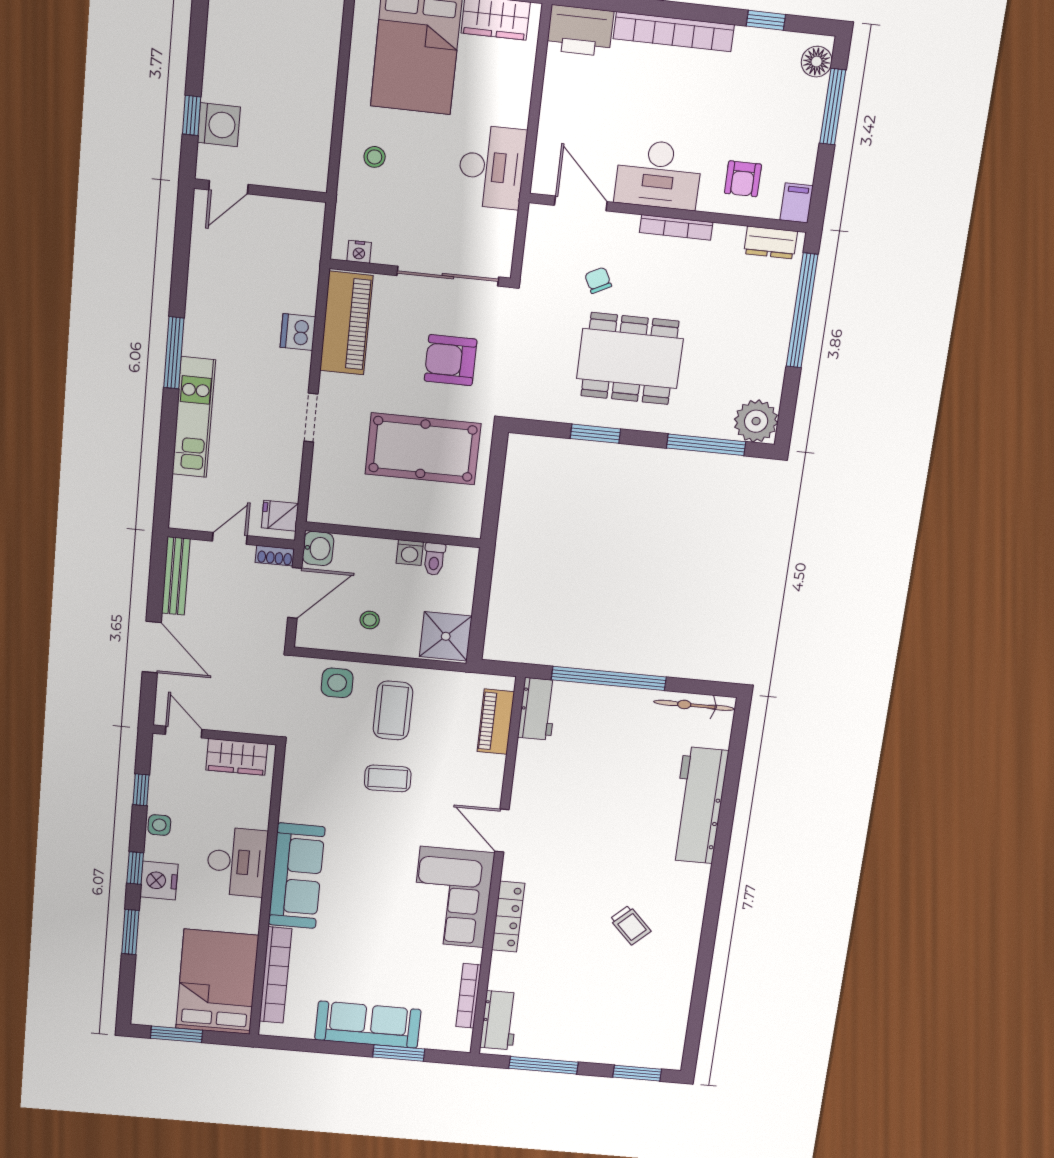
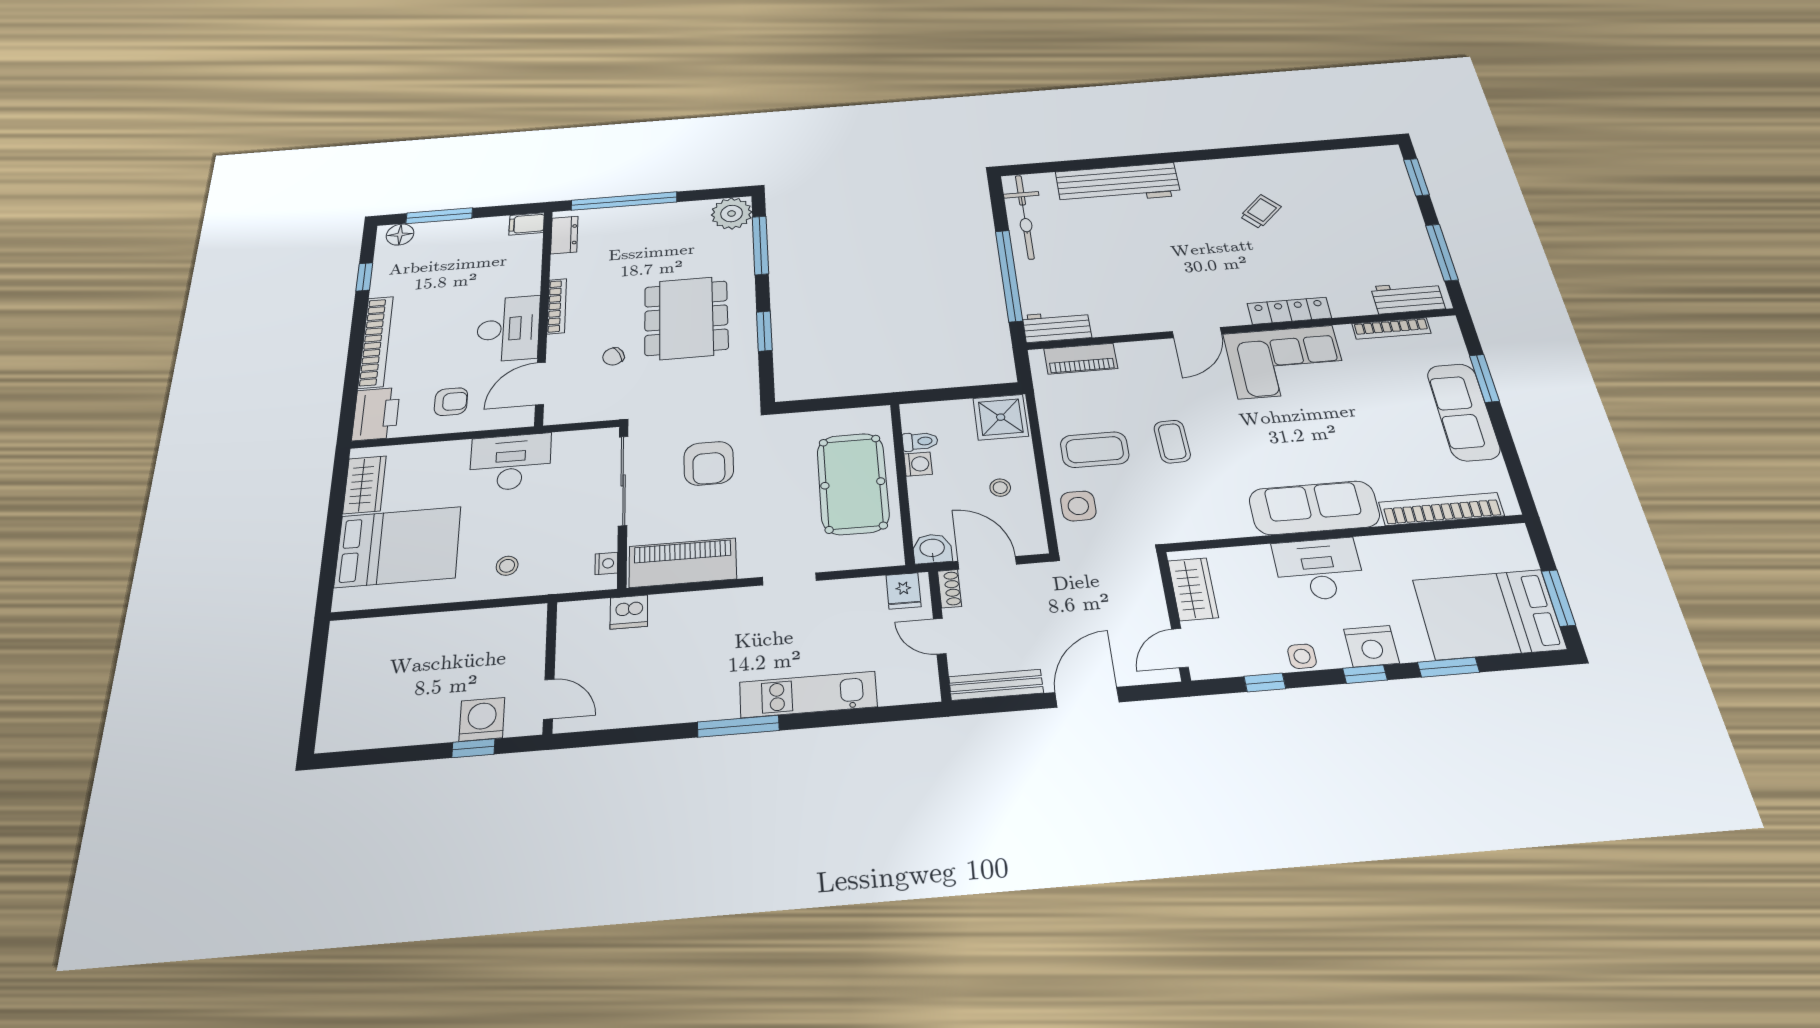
armchair: (743, 179) -> (451, 402), moved
dishwasher: (298, 332) -> (629, 612), moved
pool table: (423, 449) -> (853, 483), moved
bicycle: (694, 705) -> (1025, 217), width x1.37, depth x1.40
bed: (217, 982) -> (1489, 614), moved

